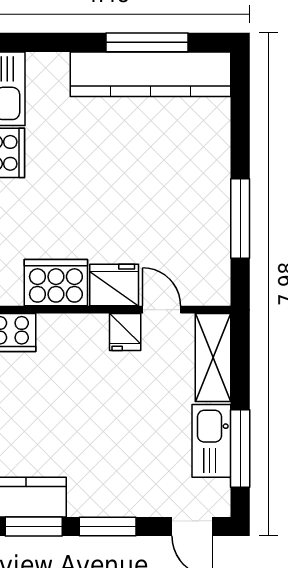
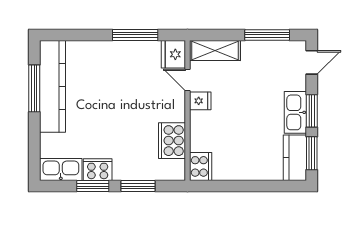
fridge: (114, 285) -> (173, 54), moved
door: (162, 310) -> (187, 80), hinge flipped
kitchen sink: (211, 441) -> (295, 112), moved, turned 90

